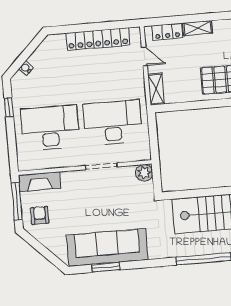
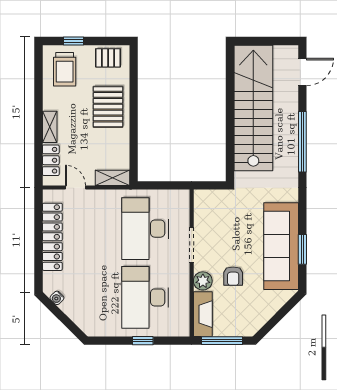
door: (144, 56) -> (75, 188), hinge flipped
water cooler: (26, 68) -> (57, 298), moved
window: (9, 107) -> (143, 341), moved
plant: (144, 173) -> (203, 281), moved
armchair: (40, 215) -> (233, 276), moved, turned -90

